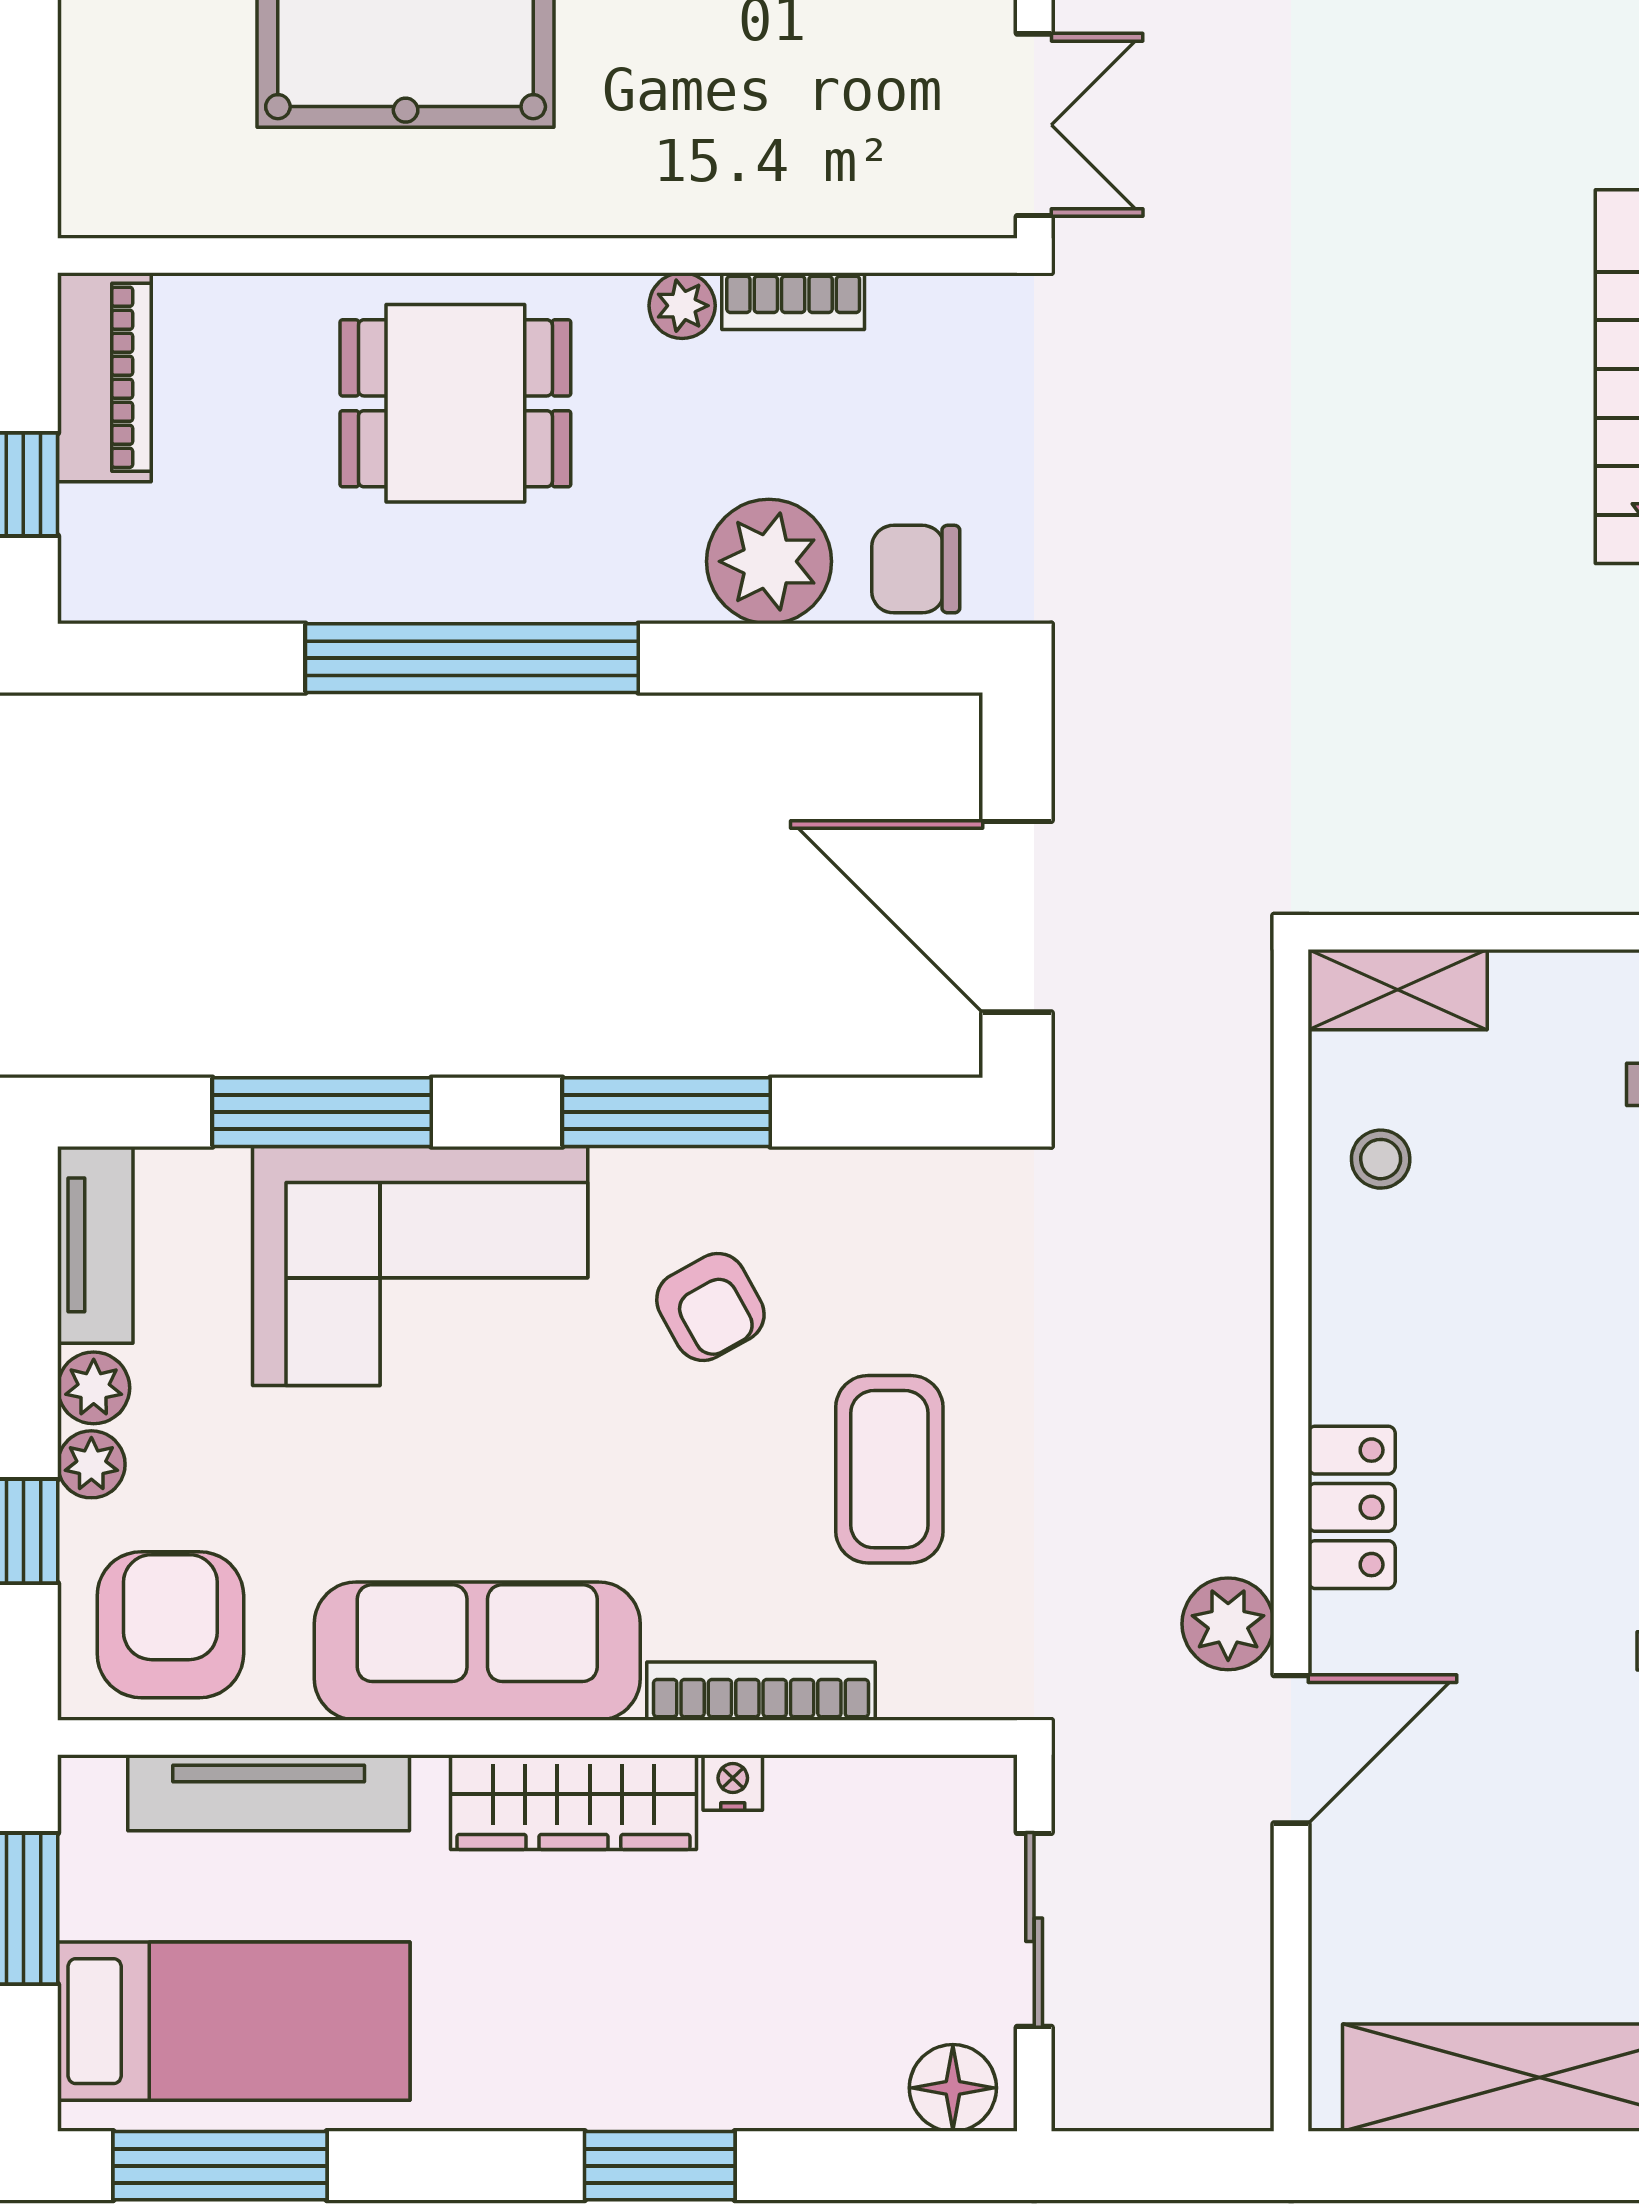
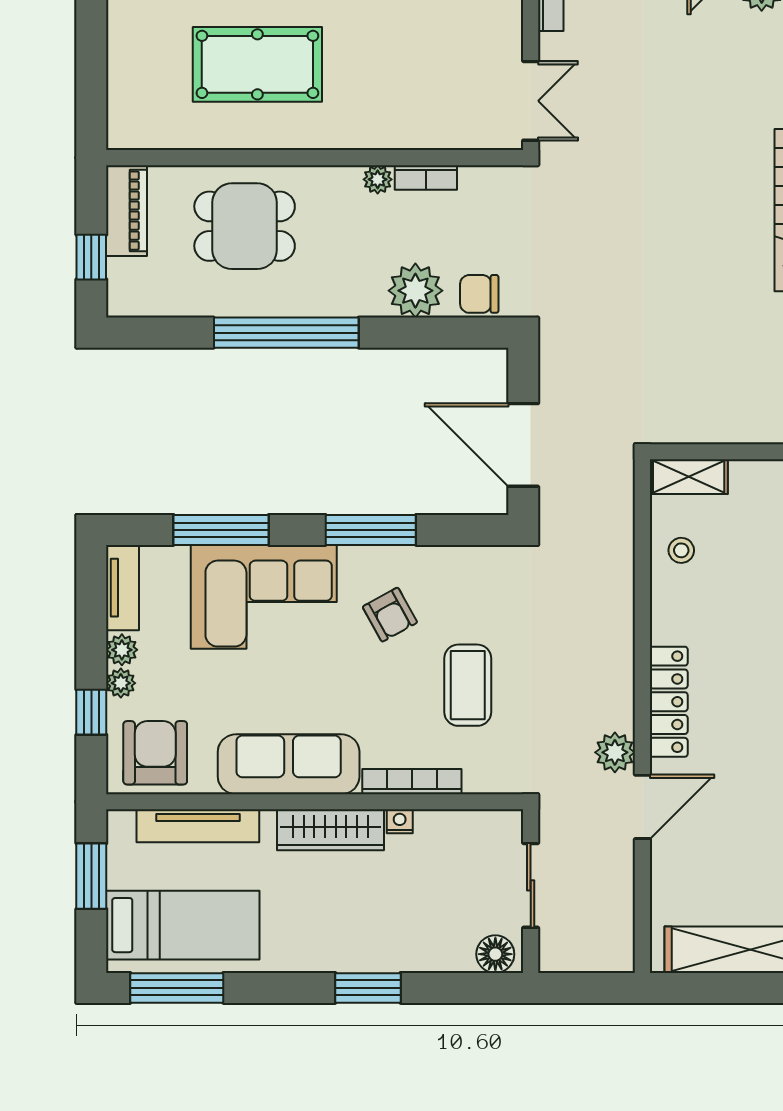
dining table: (455, 403) -> (245, 226), moved
locker: (1352, 1507) -> (669, 702), width x1.53

